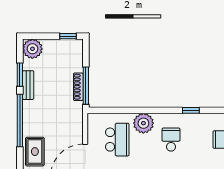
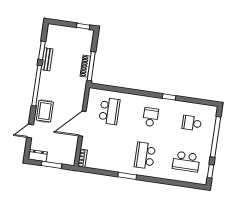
plant: (32, 49) -> (54, 32), removed
plant: (143, 123) -> (131, 101), removed

